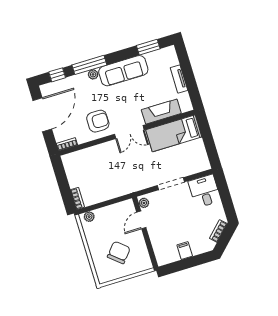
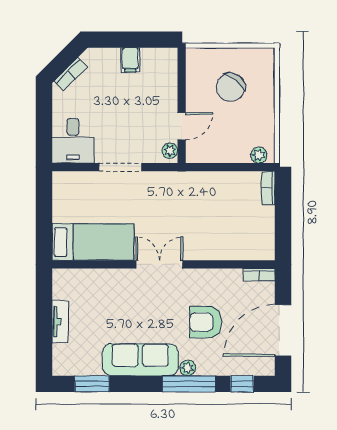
fireplace: (161, 112) -> (102, 281), removed
armchair: (98, 121) -> (206, 322), moved

